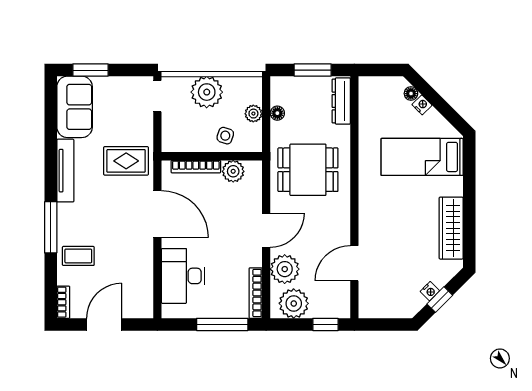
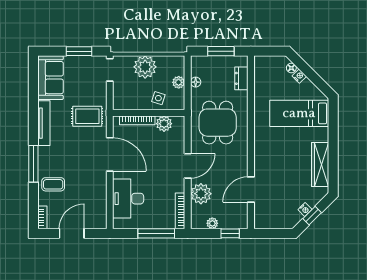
window: (90, 70) -> (79, 51), moved
dresser: (341, 101) -> (241, 78), width x0.70
dining table: (308, 170) -> (218, 123), turned 90
plant: (294, 303) -> (212, 223), width x0.53, depth x0.53

